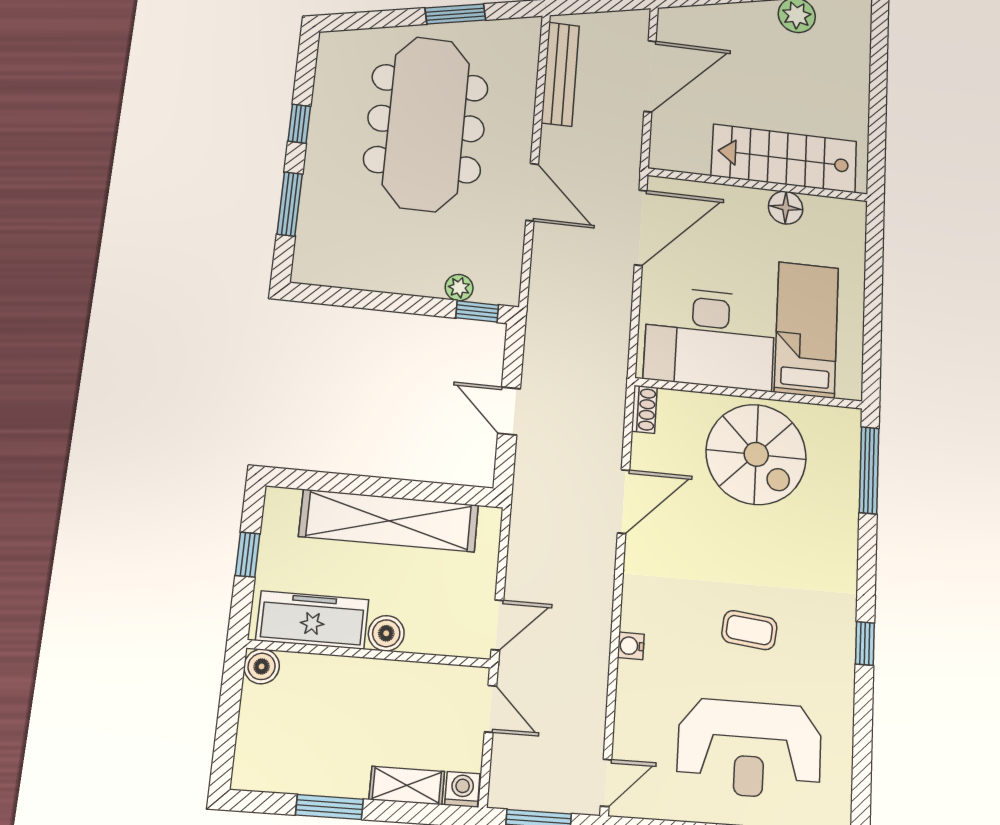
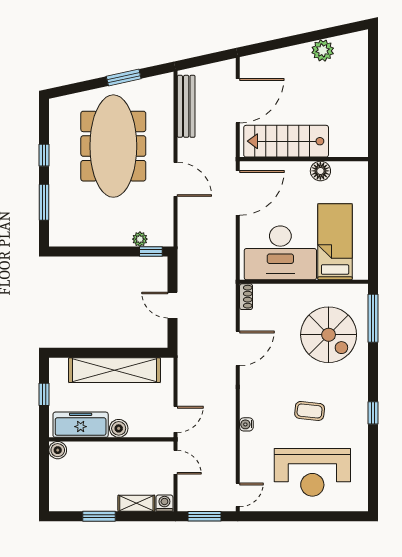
stairs: (784, 158) -> (286, 141), moved
spiral stairs: (756, 454) -> (329, 335), moved

